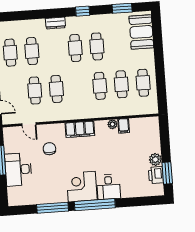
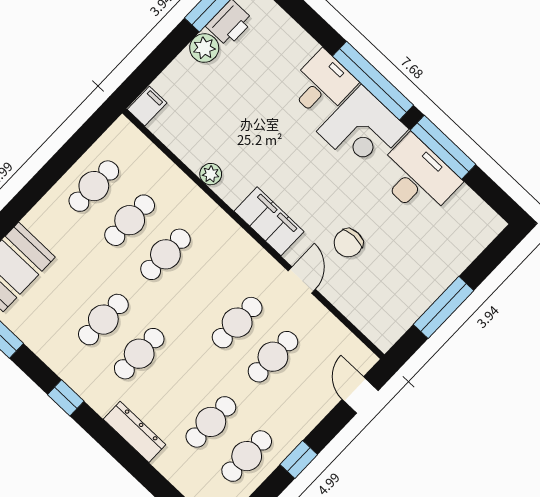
dresser: (55, 23) -> (134, 432), width x1.44
door: (29, 124) -> (302, 280), moved
filing cabinet: (124, 126) -> (147, 106), moved
desk: (18, 169) -> (417, 177), moved, turned -90

